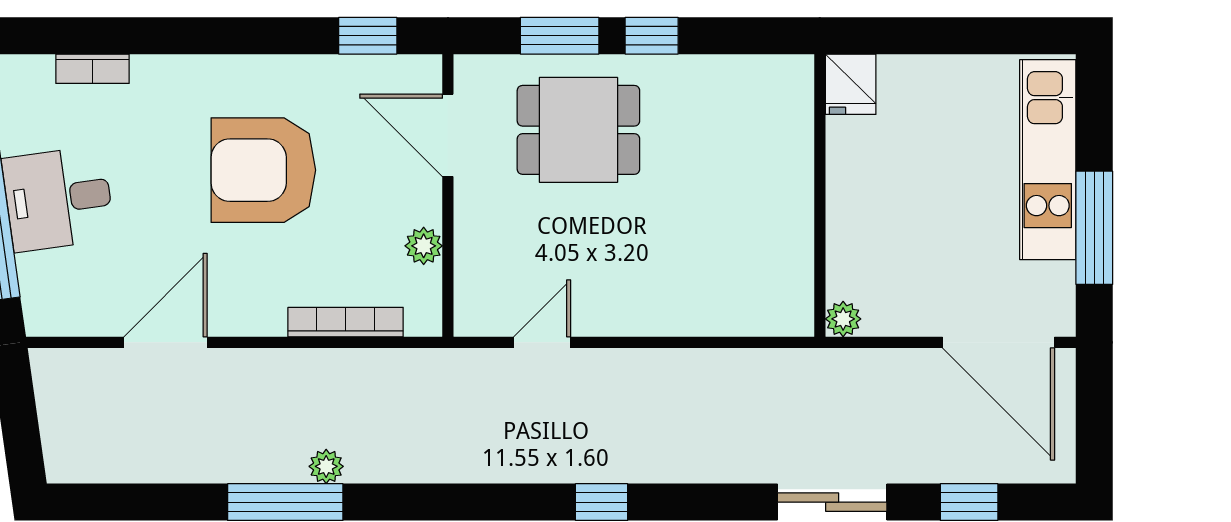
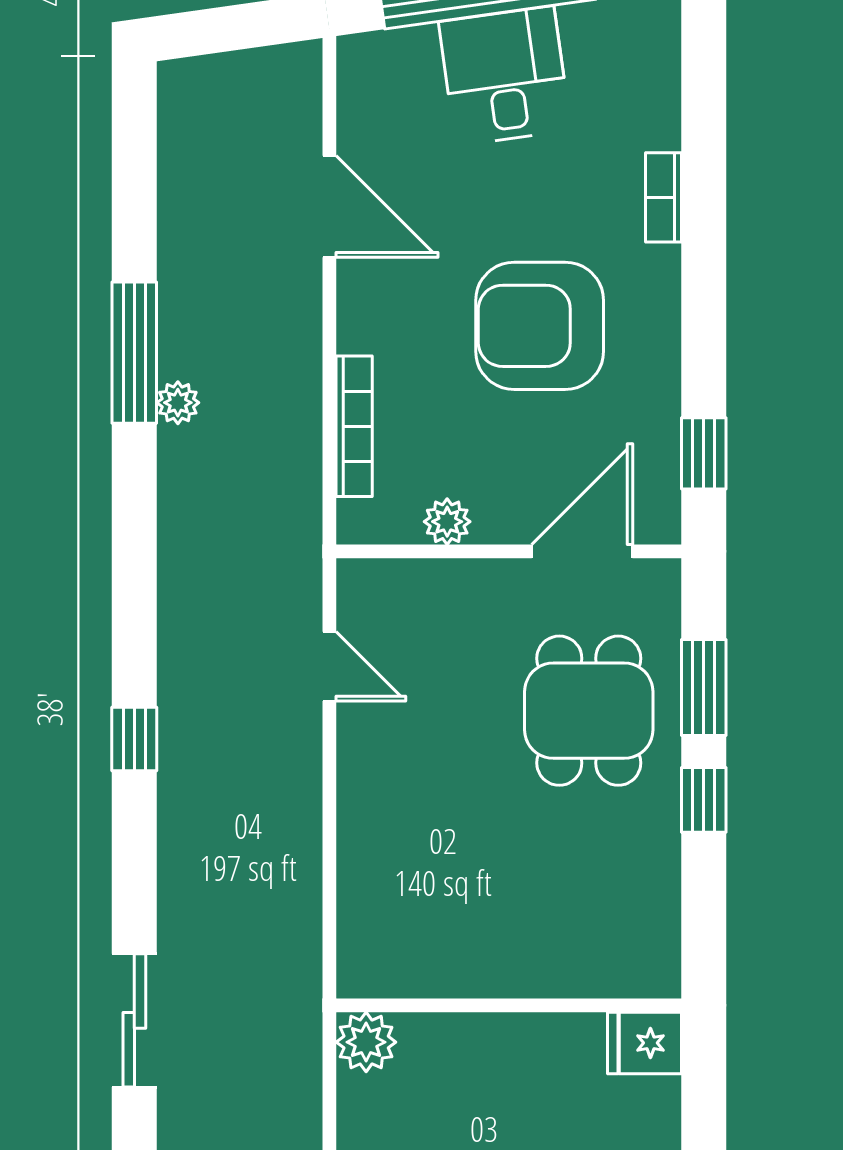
bookcase: (92, 69) -> (663, 197), moved
armchair: (263, 170) -> (540, 326), turned -90
plant: (843, 319) -> (366, 1042), width x1.38, depth x1.38

